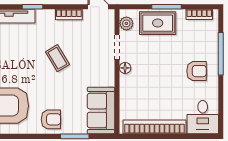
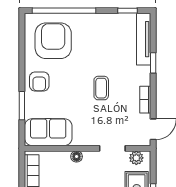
coffee table: (57, 58) -> (101, 88), turned -59
floor lamp: (125, 68) -> (77, 157), moved

